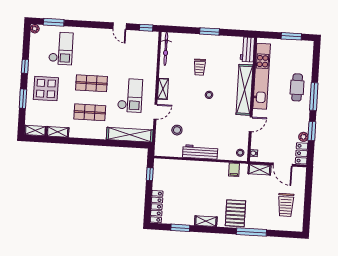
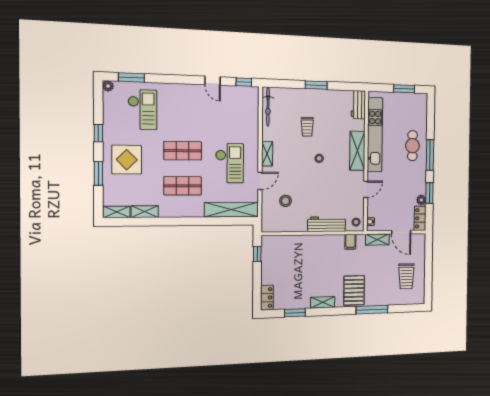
shelving: (244, 90) -> (357, 151), width x0.68
workbench: (200, 152) -> (327, 224), moved
locker: (157, 207) -> (267, 298), width x0.66

